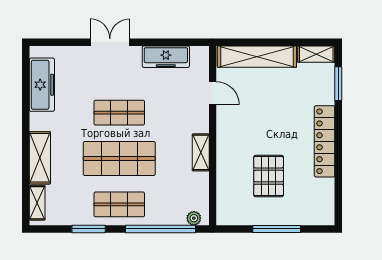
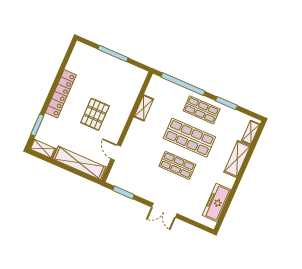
window: (177, 42) -> (124, 193), added
freezer: (166, 57) -> (134, 187), removed
shelving: (201, 152) -> (144, 108), moved
pallet: (269, 176) -> (95, 114), moved
plant: (194, 218) -> (160, 82), removed

